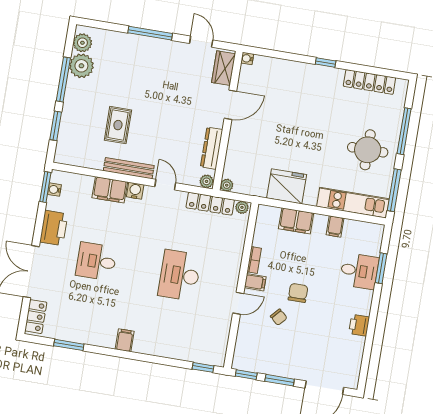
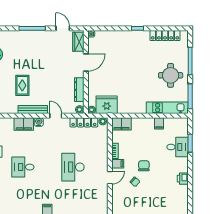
fridge: (287, 186) -> (107, 105), moved
filing cabinet: (296, 221) -> (122, 124), moved

